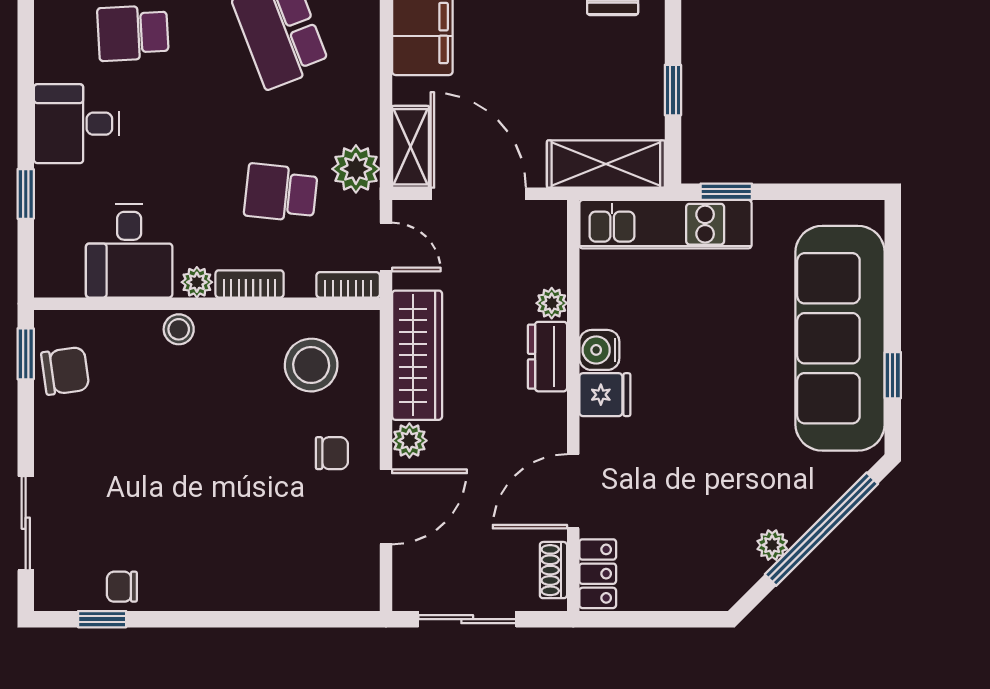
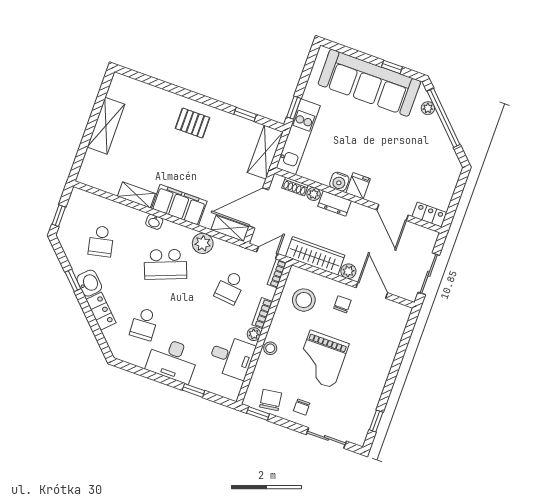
desk: (76, 124) -> (173, 360), width x1.37
plant: (356, 169) -> (203, 243), moved
grand piano: (195, 451) -> (322, 359), added
plant: (772, 545) -> (428, 108), moved
shoe rack: (553, 570) -> (295, 187), moved
chair: (122, 587) -> (302, 407), moved

